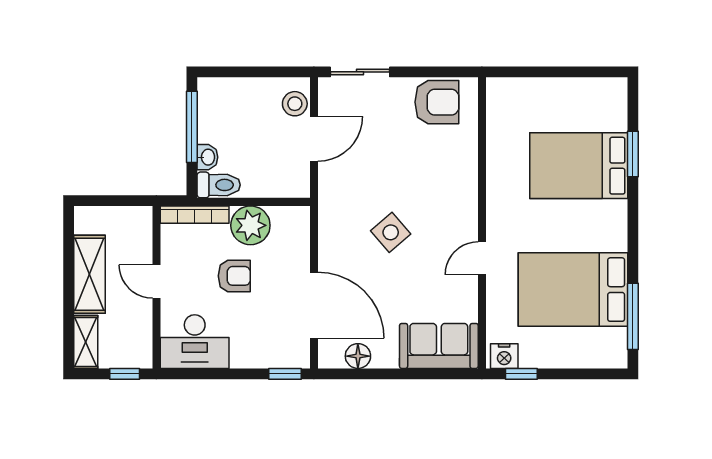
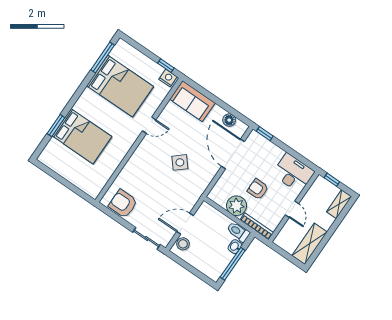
shelving: (89, 274) -> (310, 244), moved

